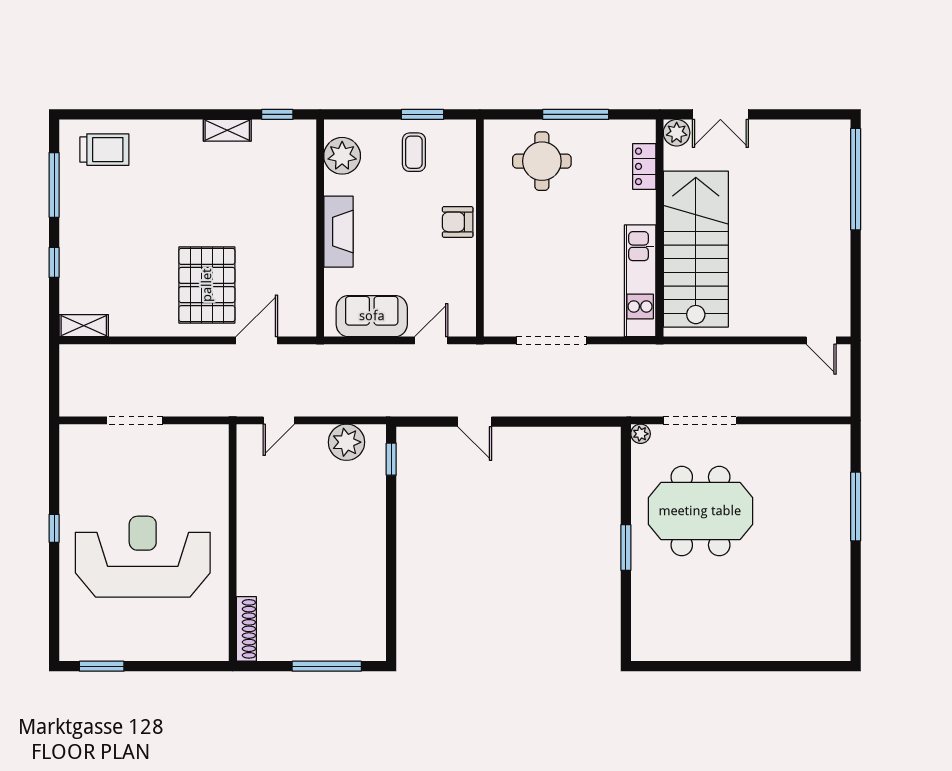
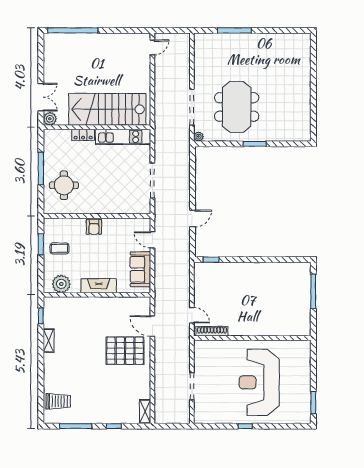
trolley: (104, 150) -> (58, 401), turned 90
locker: (644, 166) -> (83, 135), moved
plant: (347, 442) -> (203, 282), removed
shoe rack: (246, 629) -> (212, 331), moved

